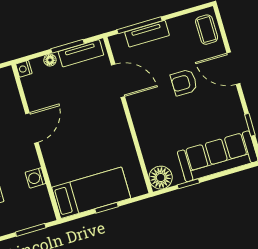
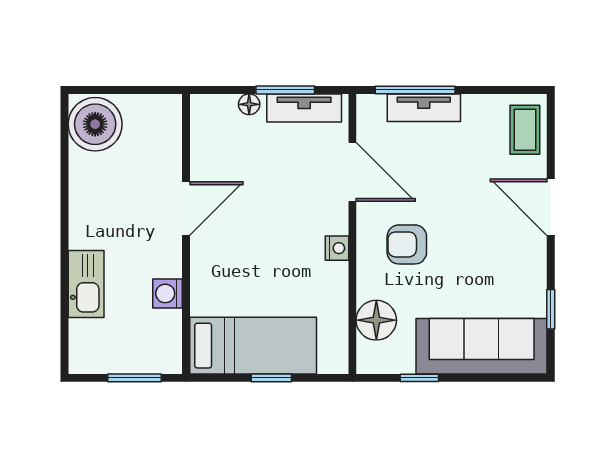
nightstand: (24, 69) -> (337, 248), moved, turned 180
armchair: (184, 82) -> (407, 244), moved
floor lamp: (161, 178) -> (376, 320), moved

